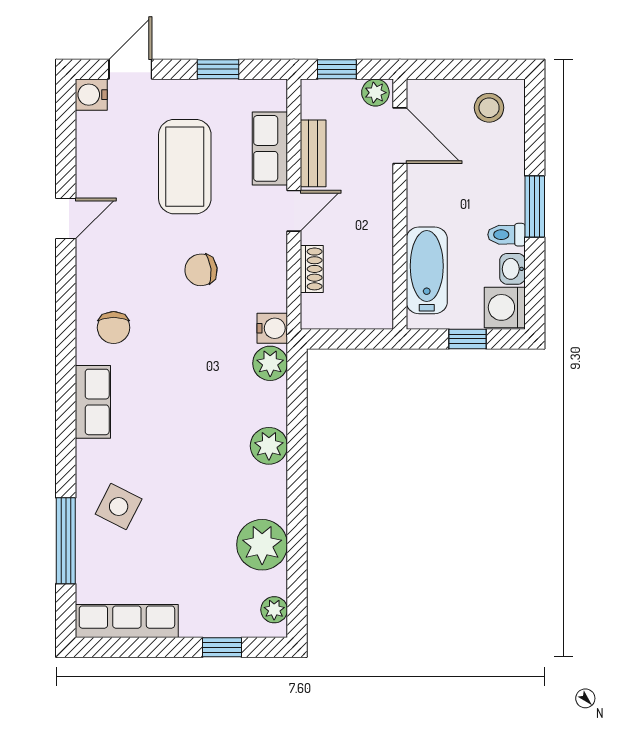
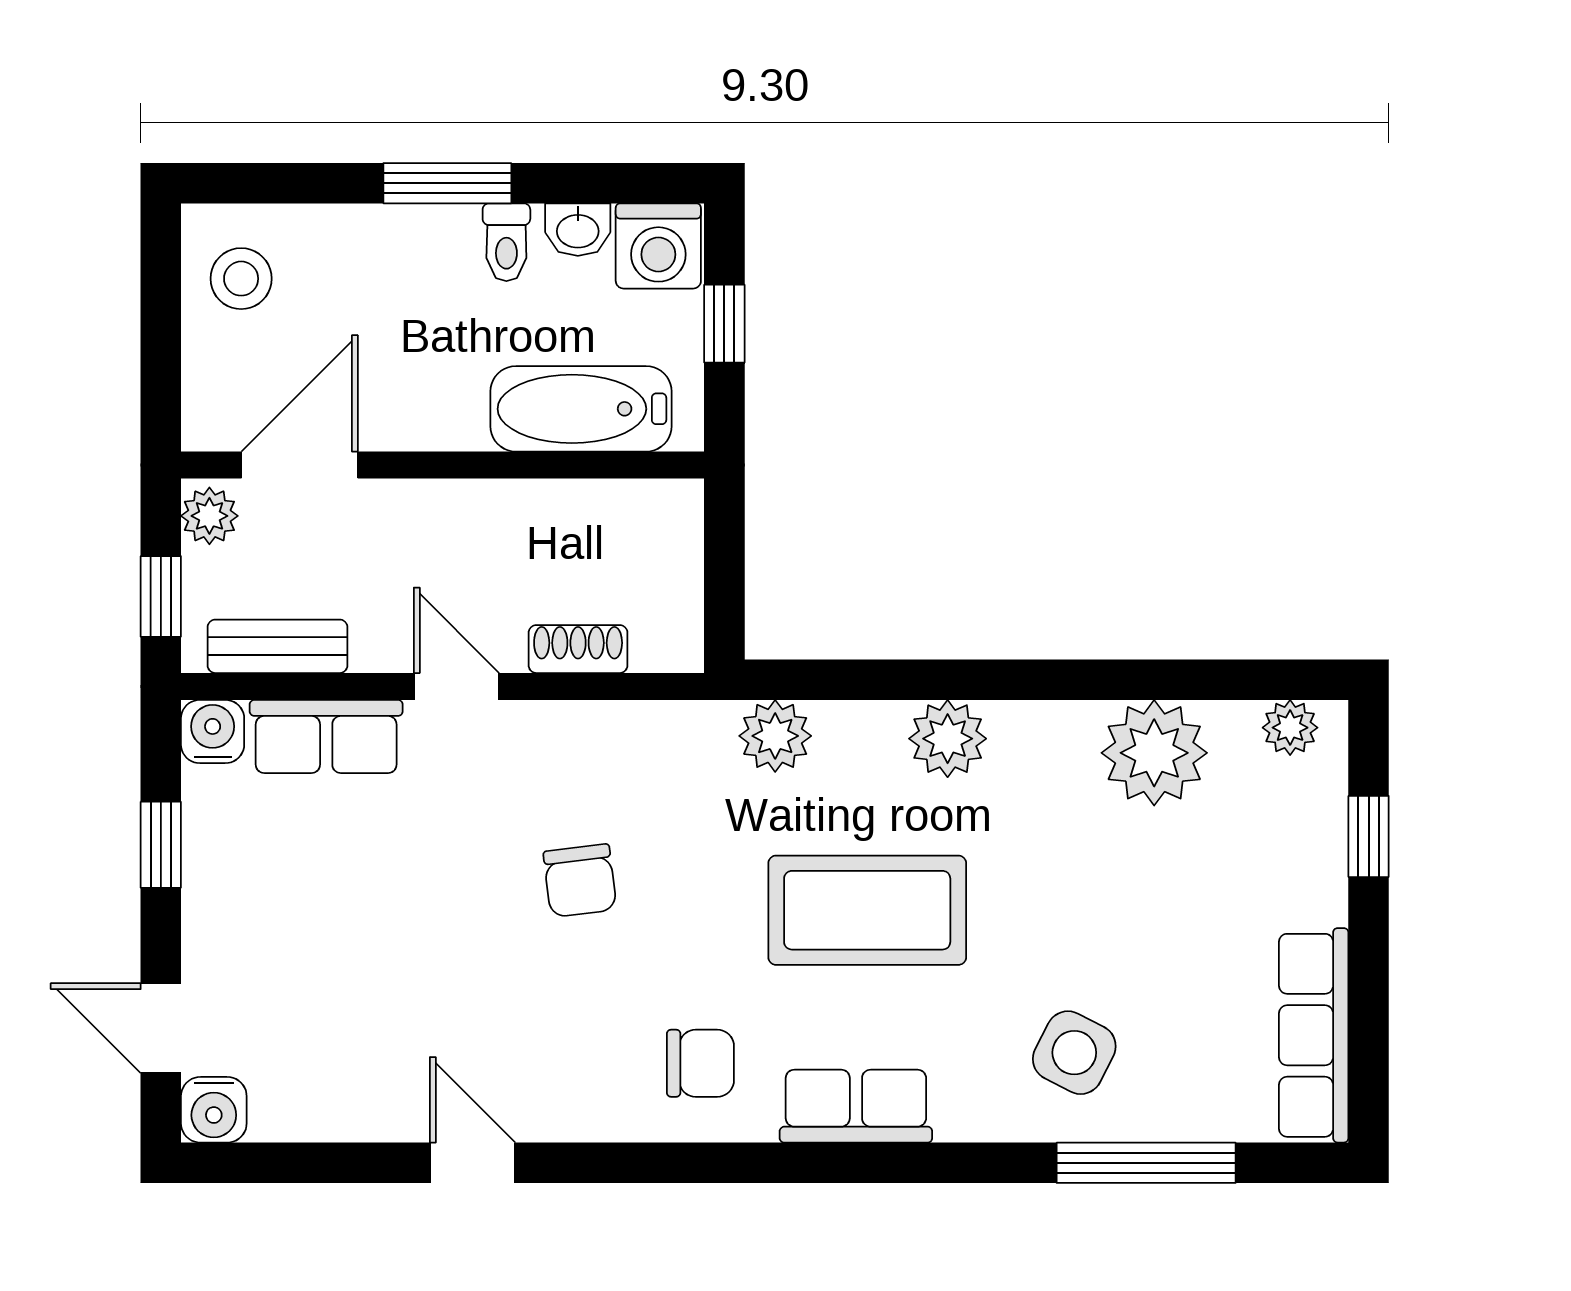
bench: (313, 153) -> (278, 646), moved
coffee table: (185, 167) -> (867, 910), moved
water cooler: (272, 328) -> (213, 732), moved

